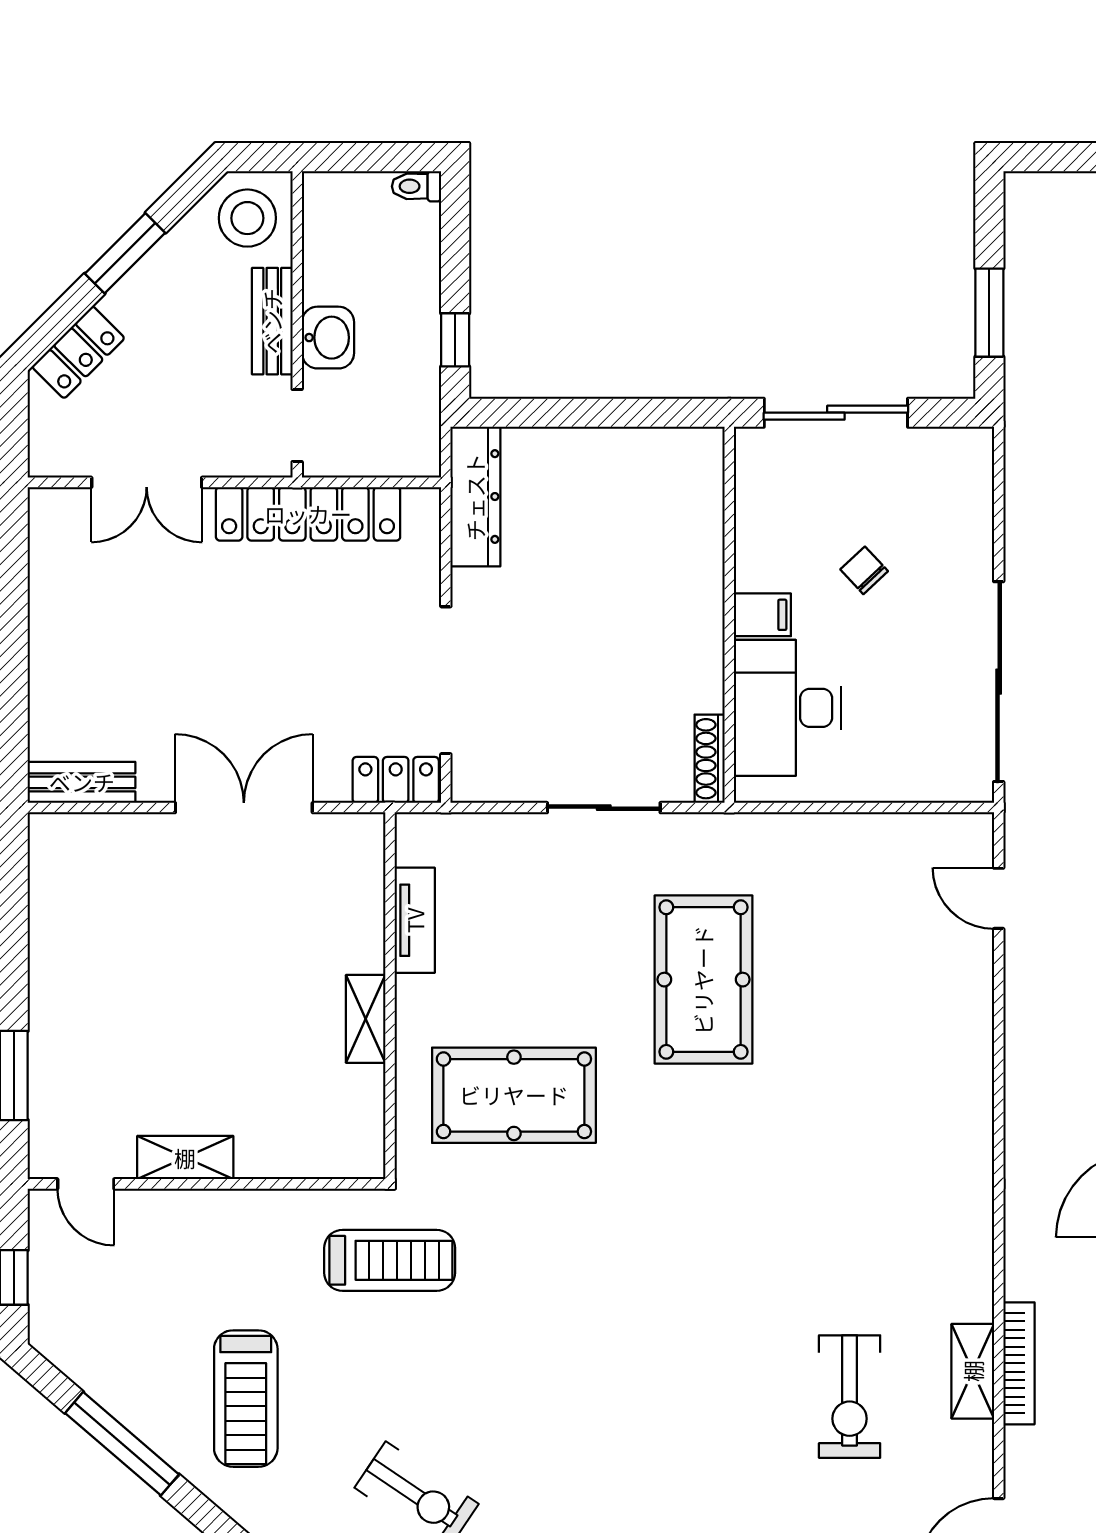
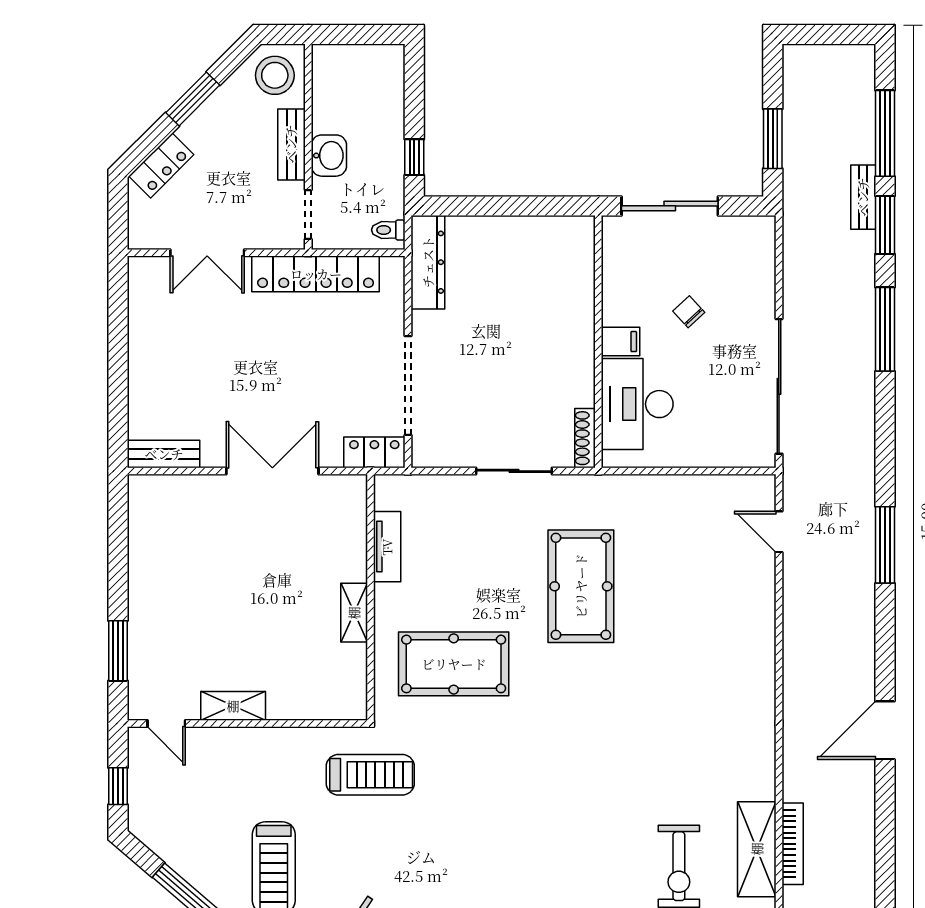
toilet: (416, 186) -> (388, 230), moved
shelving: (973, 1371) -> (757, 849), width x1.50, depth x1.33

